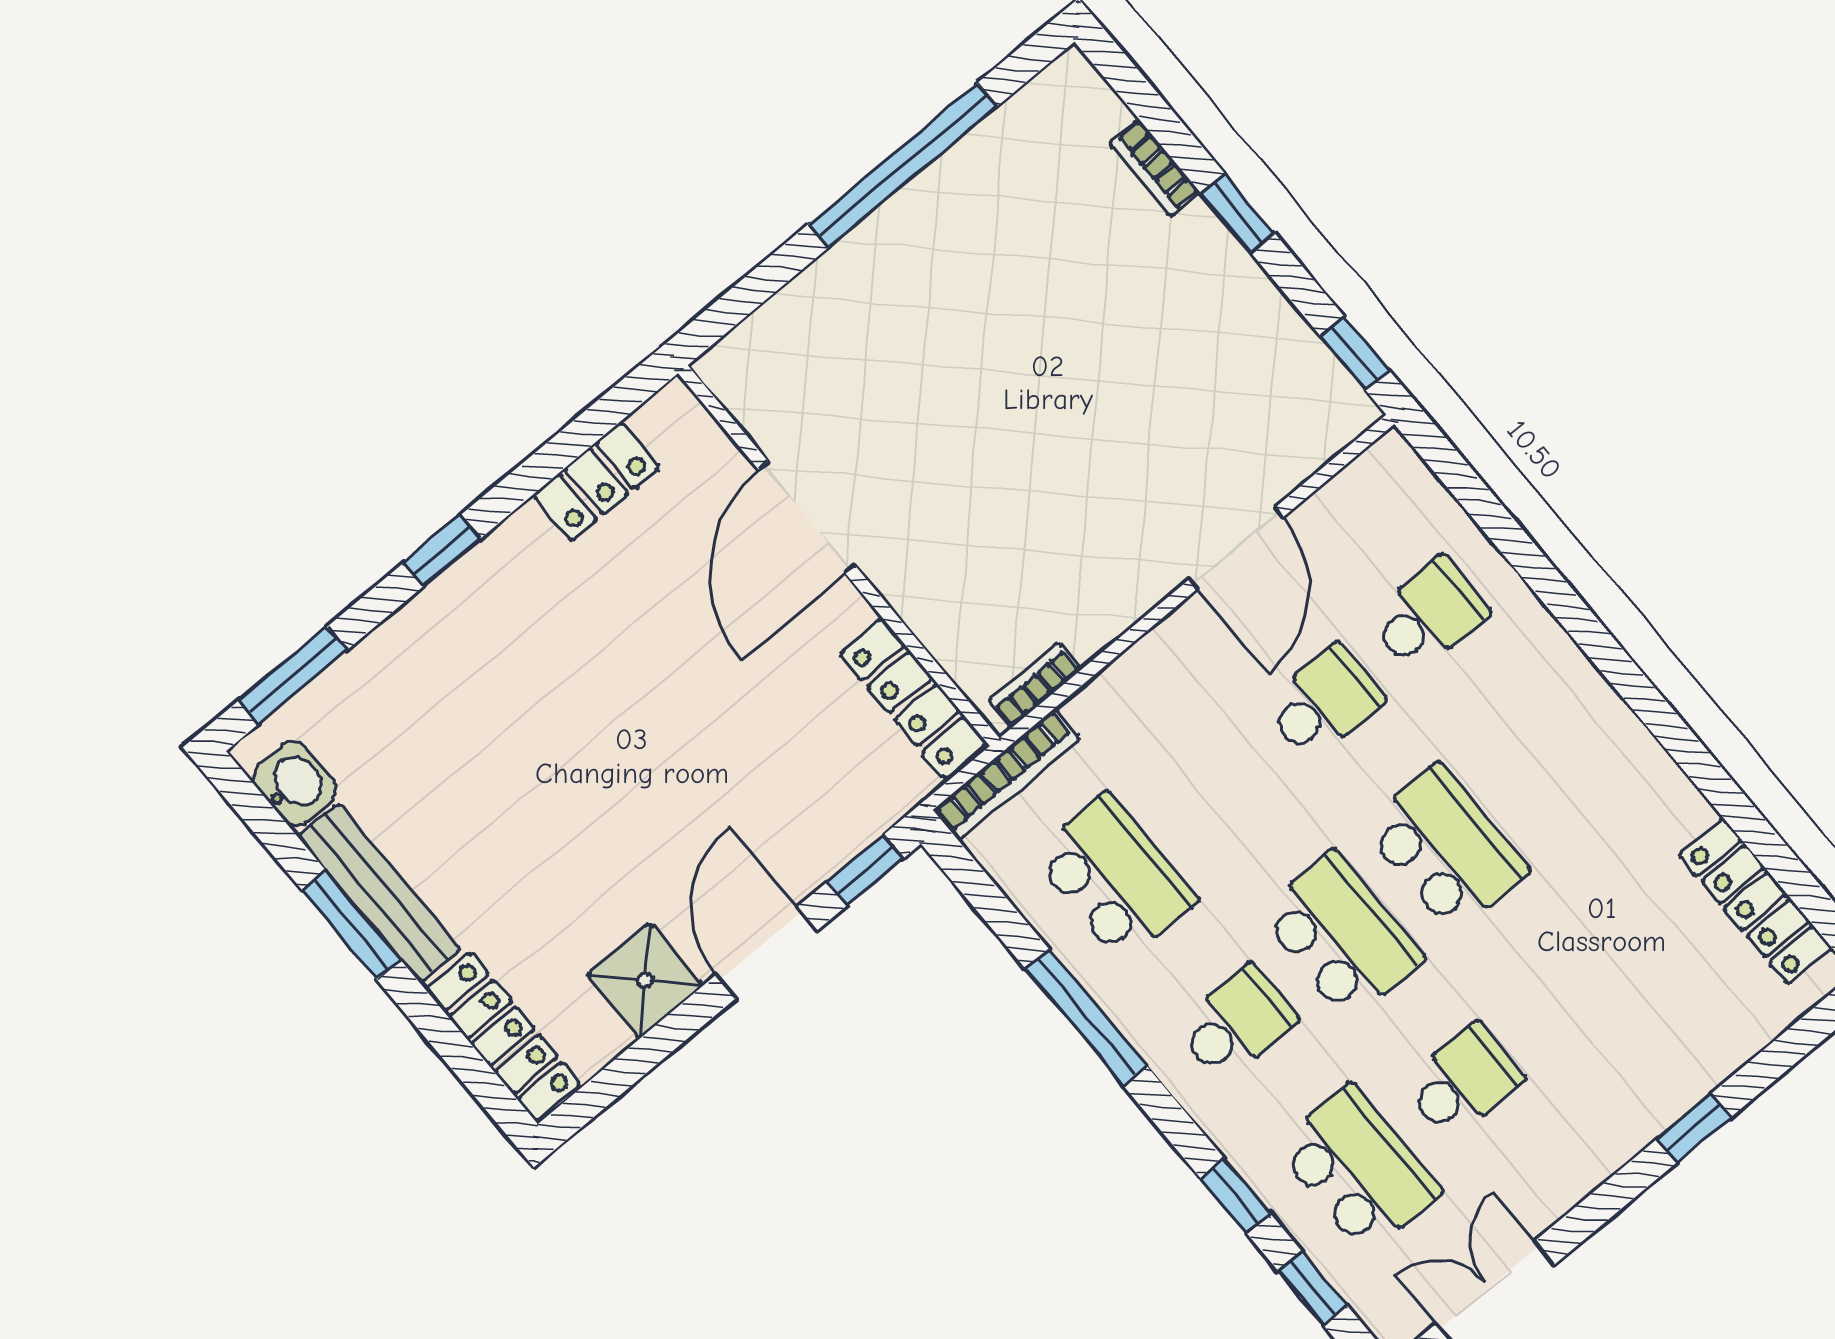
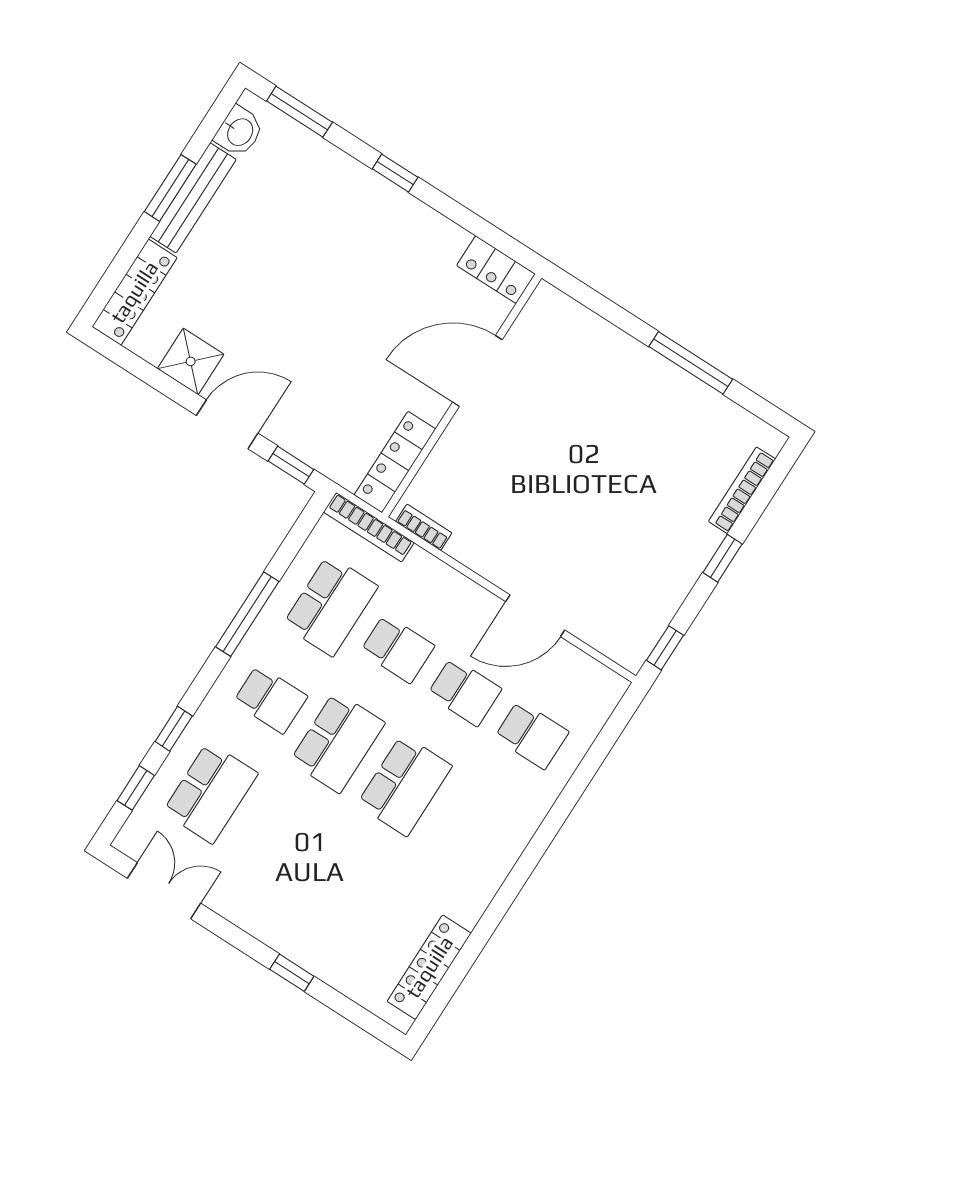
window: (903, 165) -> (691, 363), width x0.68
bookcase: (1155, 168) -> (742, 490), width x1.56
locker: (596, 481) -> (496, 270), moved
school desk: (1463, 1082) -> (397, 649), moved

